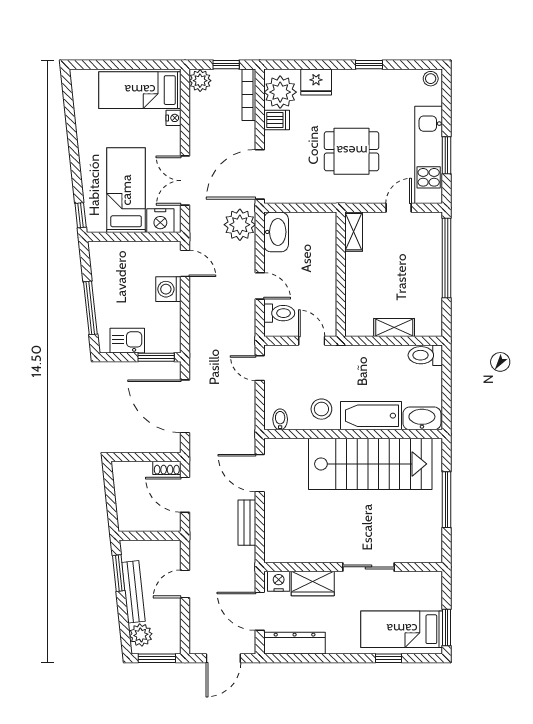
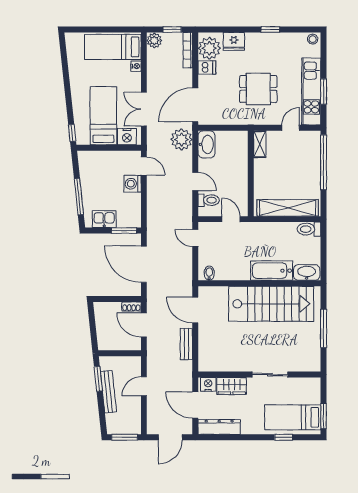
shelving: (394, 327) -> (288, 208), width x2.20, depth x1.33
stool: (321, 409) -> (238, 266), removed
plant: (141, 635) -> (114, 421), removed

